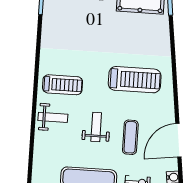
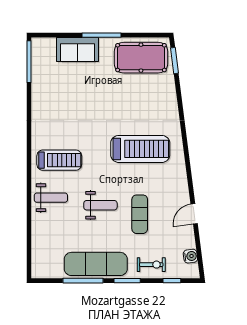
weight bench: (96, 127) -> (100, 205), turned 90
door: (178, 140) -> (194, 214), width x0.53

